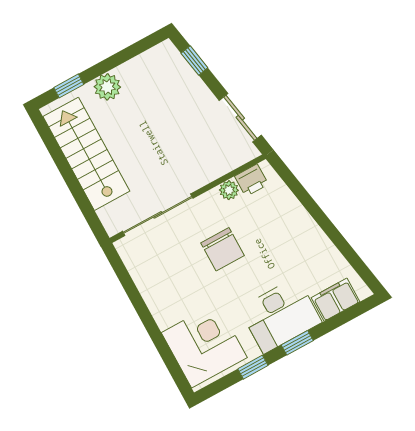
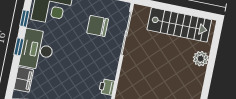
window: (69, 86) -> (215, 42), removed
plant: (229, 190) -> (111, 74), removed
chair: (223, 249) -> (98, 26), moved

